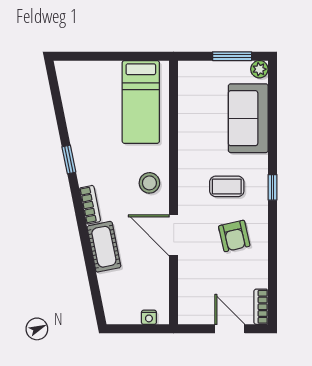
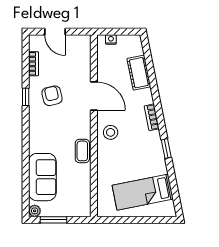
bed: (141, 102) -> (143, 192), moved, turned -101
coffee table: (227, 186) -> (82, 151), moved, turned 90
window: (272, 187) -> (26, 97), moved
cot: (104, 247) -> (139, 73), moved
bookcase: (261, 307) -> (34, 64), moved

